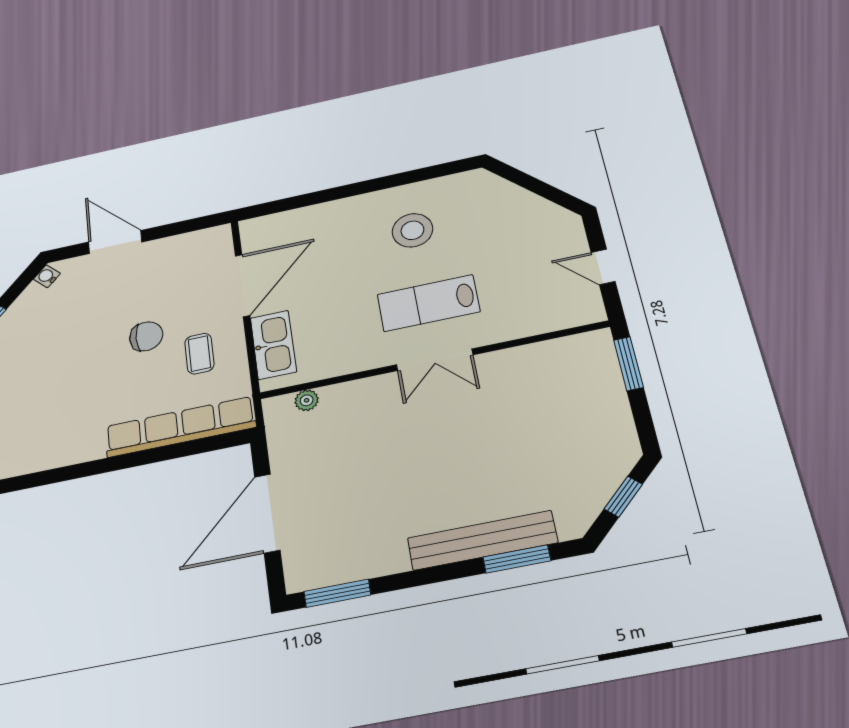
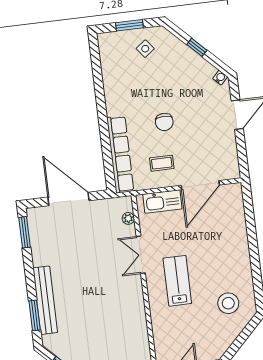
stool: (412, 230) -> (228, 303), moved
door: (243, 285) -> (200, 185), hinge flipped
chair: (146, 336) -> (164, 122), moved
double door: (435, 360) -> (141, 255), moved

